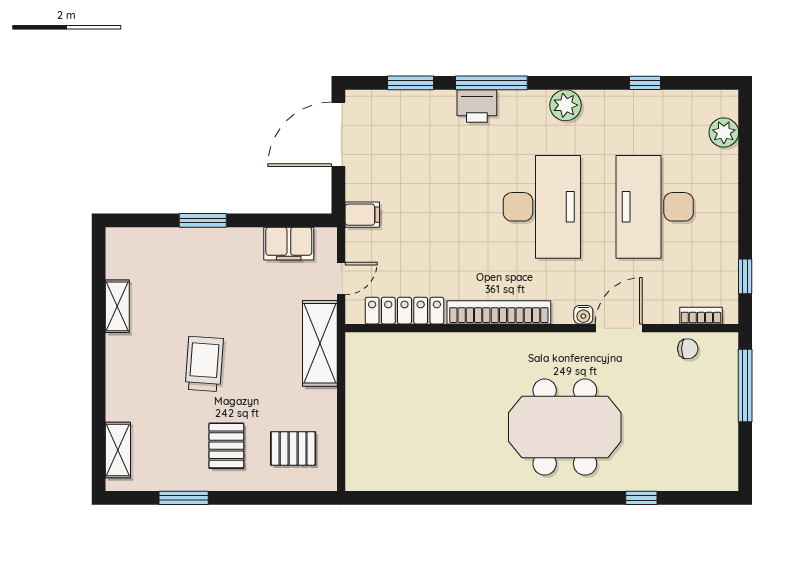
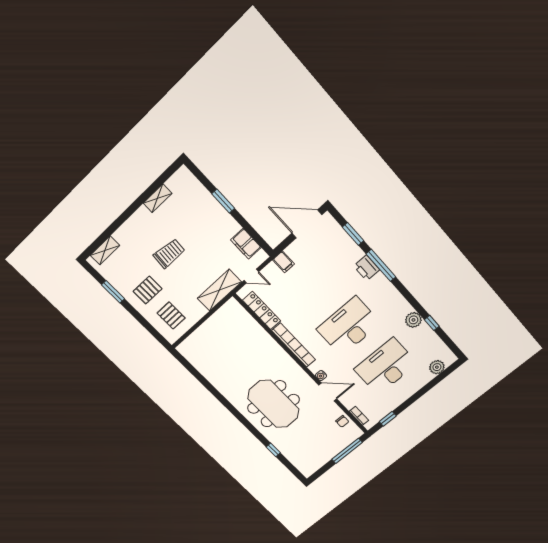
plant: (565, 105) -> (413, 320), moved
desk: (542, 207) -> (349, 326), turned 180

